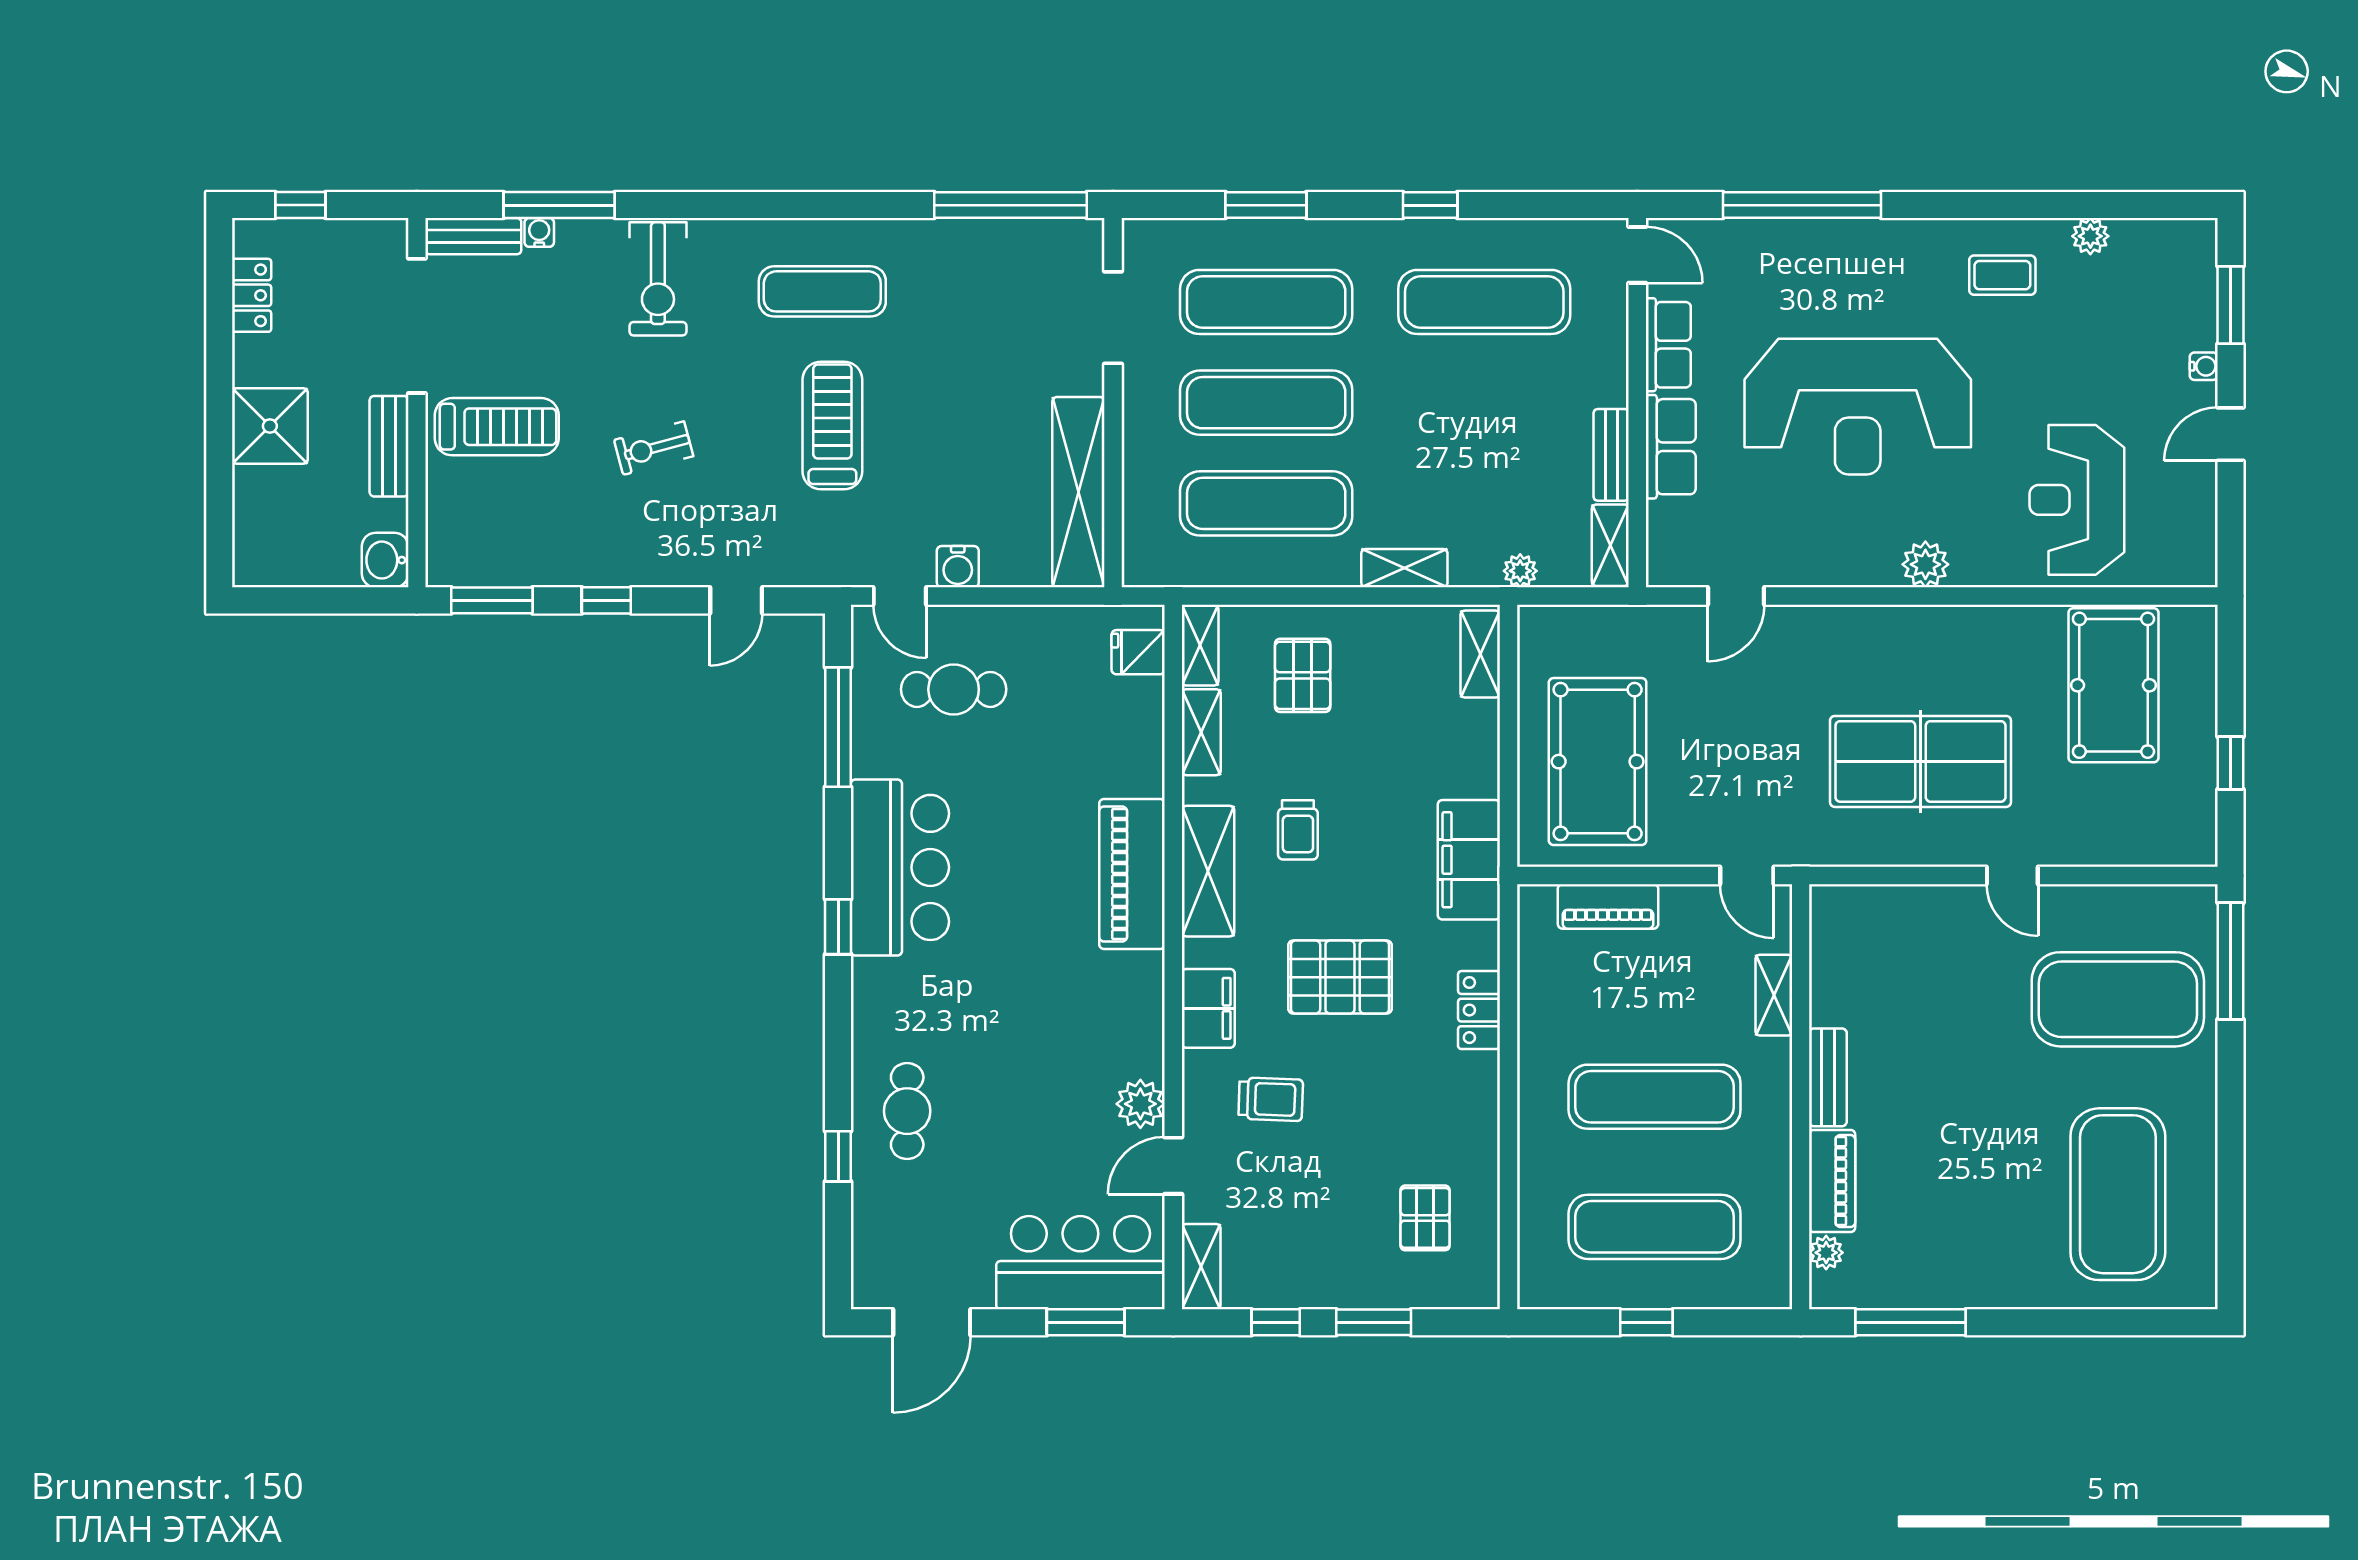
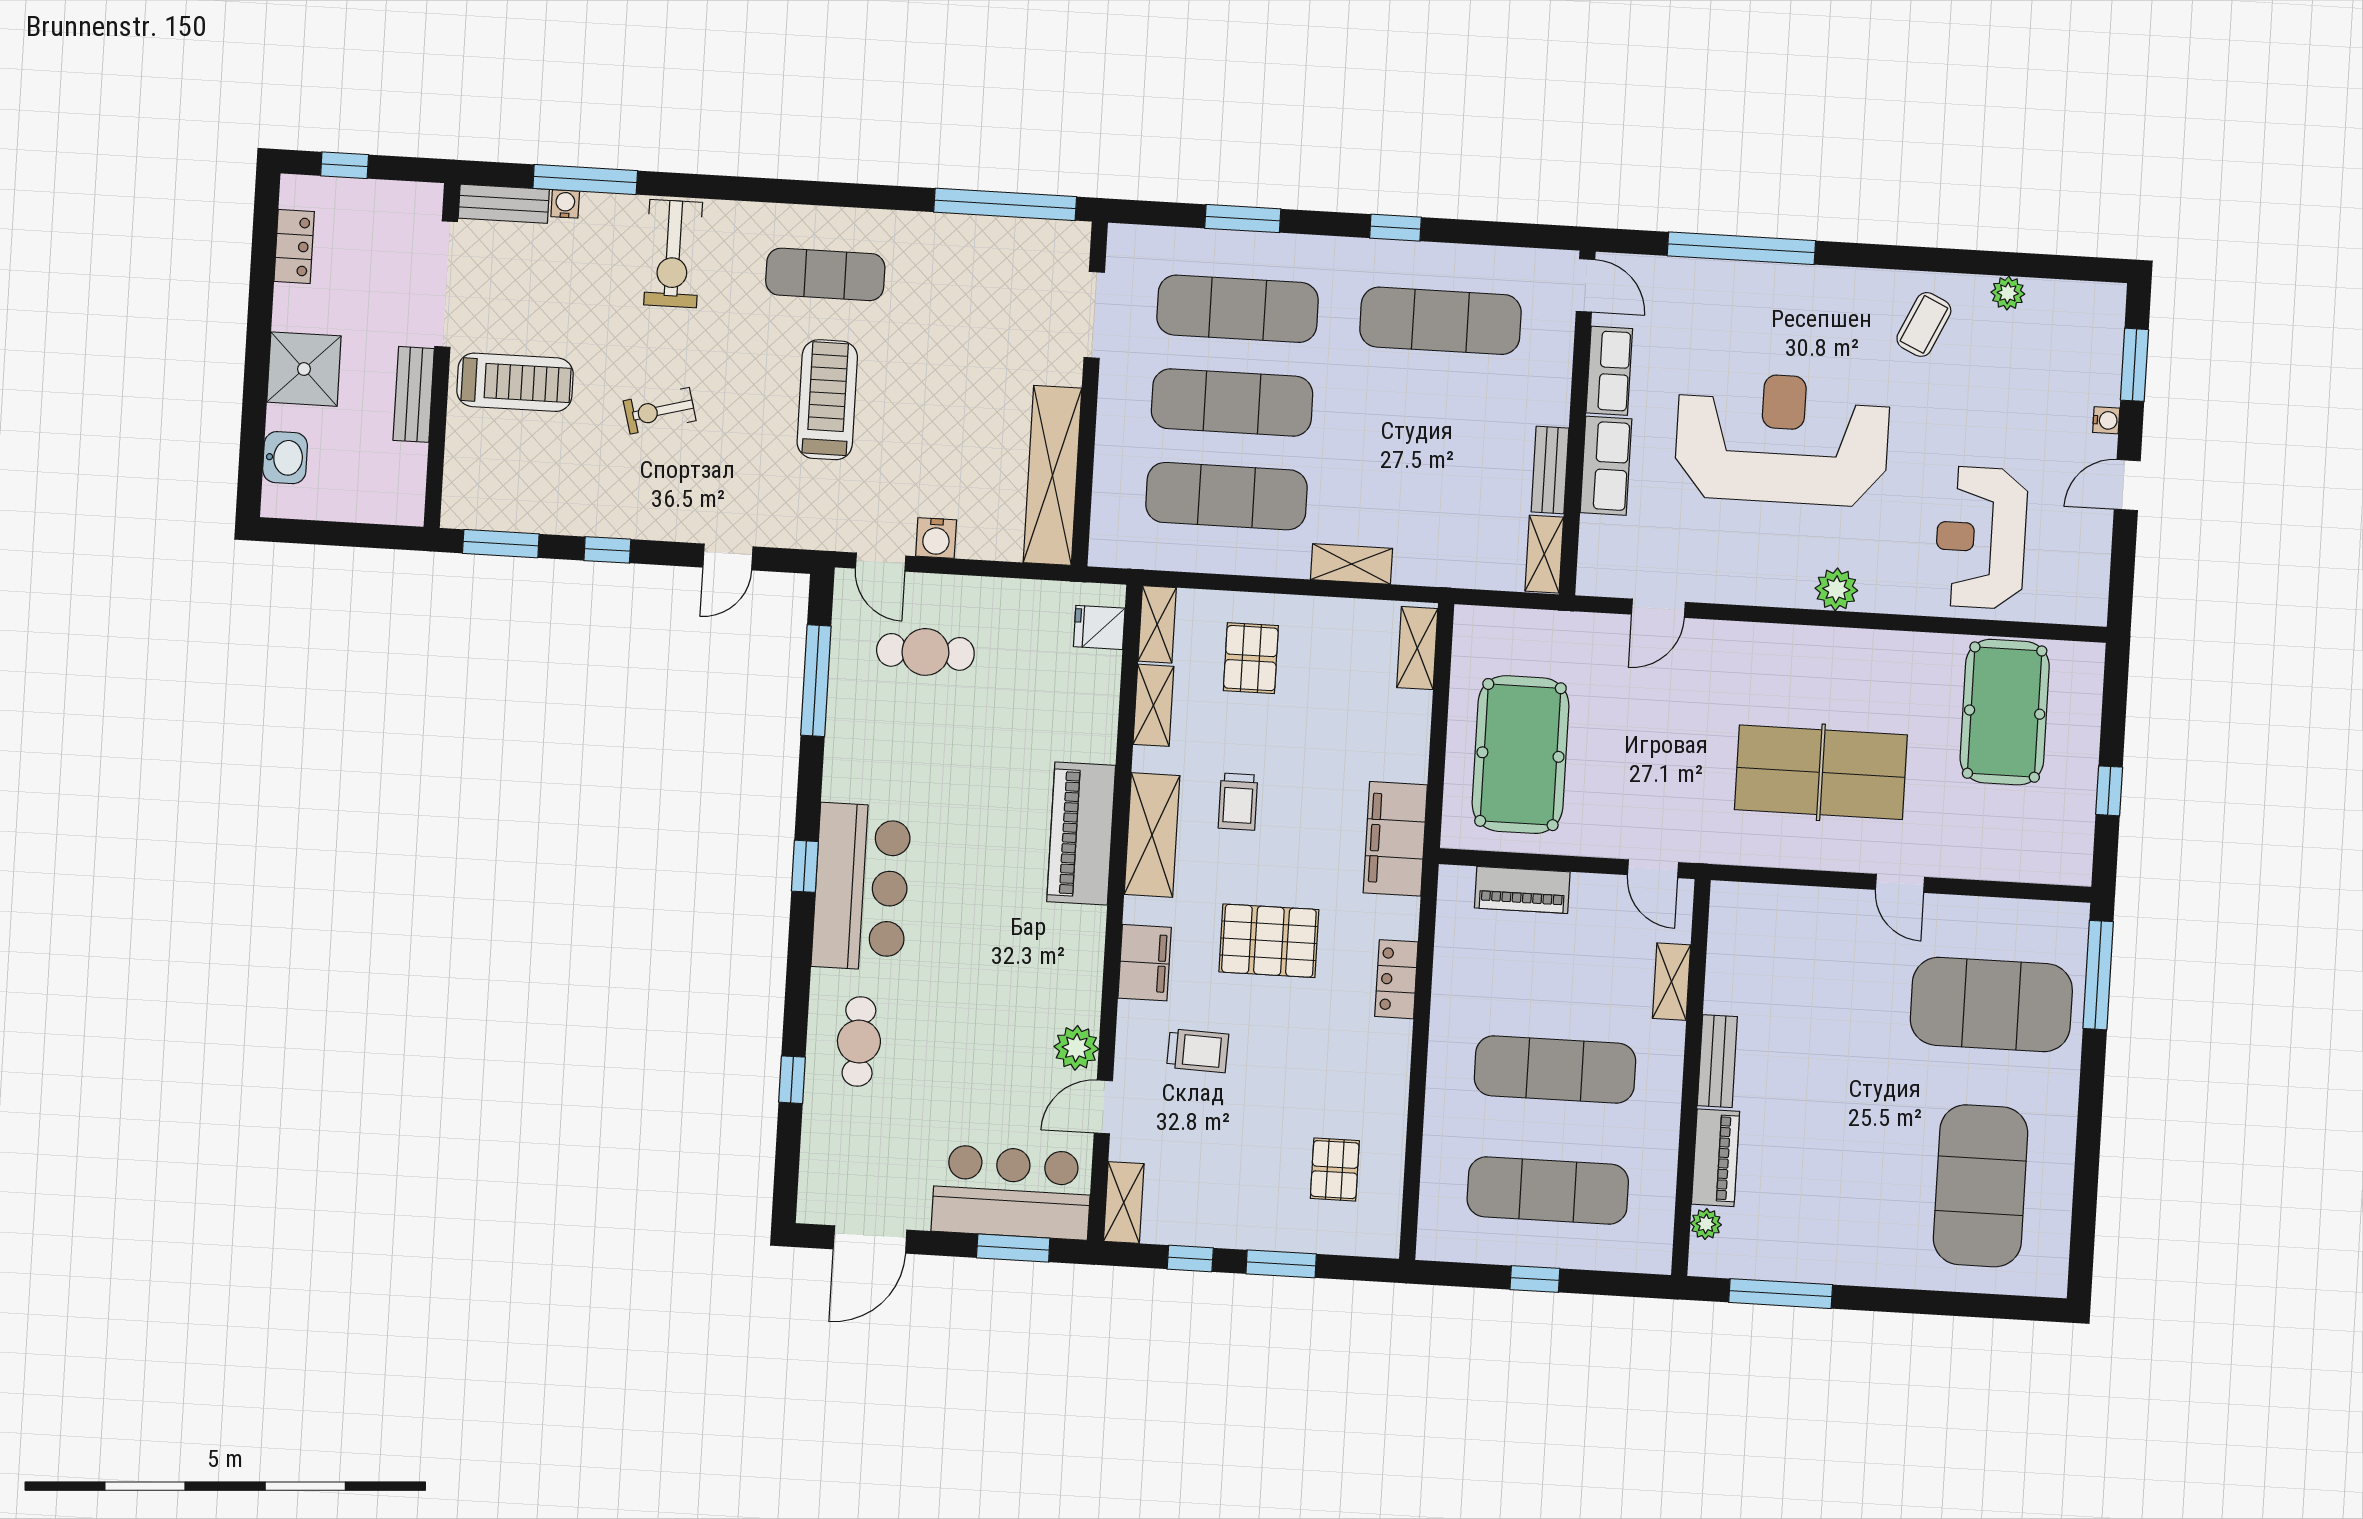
coffee table: (2002, 275) -> (1924, 324), turned -65
reception desk: (1858, 407) -> (1782, 439), turned 180
washbasin: (385, 560) -> (285, 458), moved, turned 180
plant: (1520, 571) -> (1459, 573), removed
bar counter: (900, 867) -> (861, 887), moved

